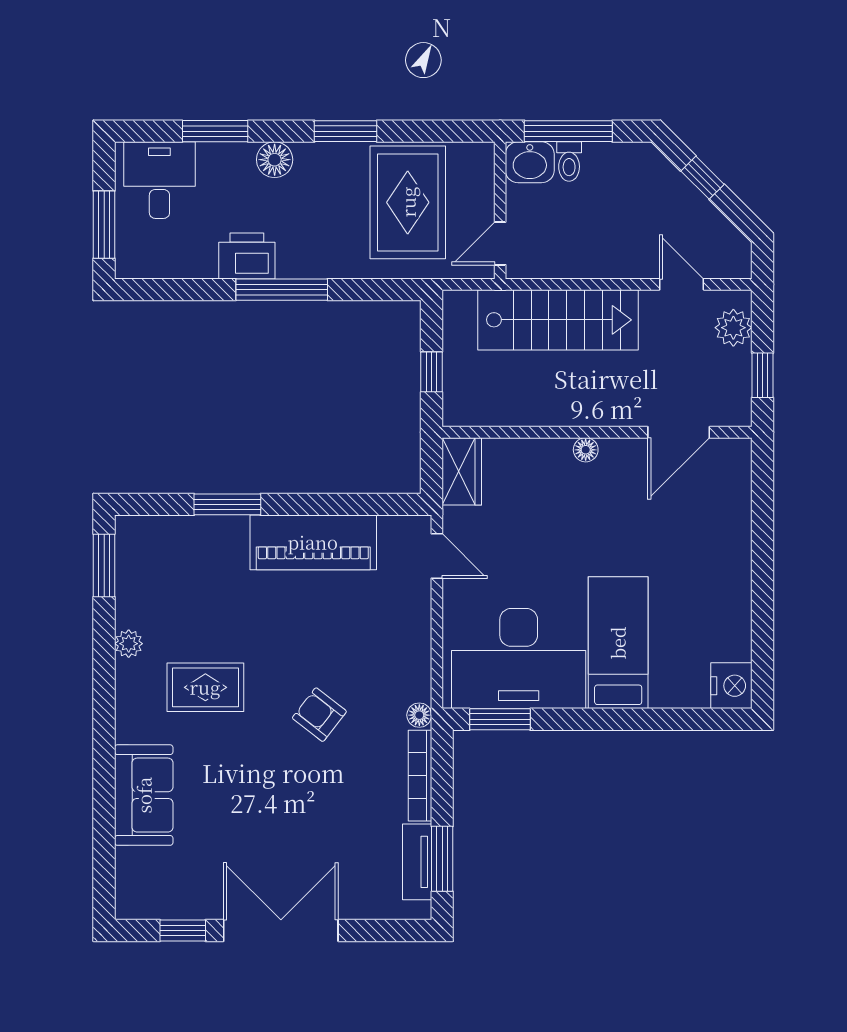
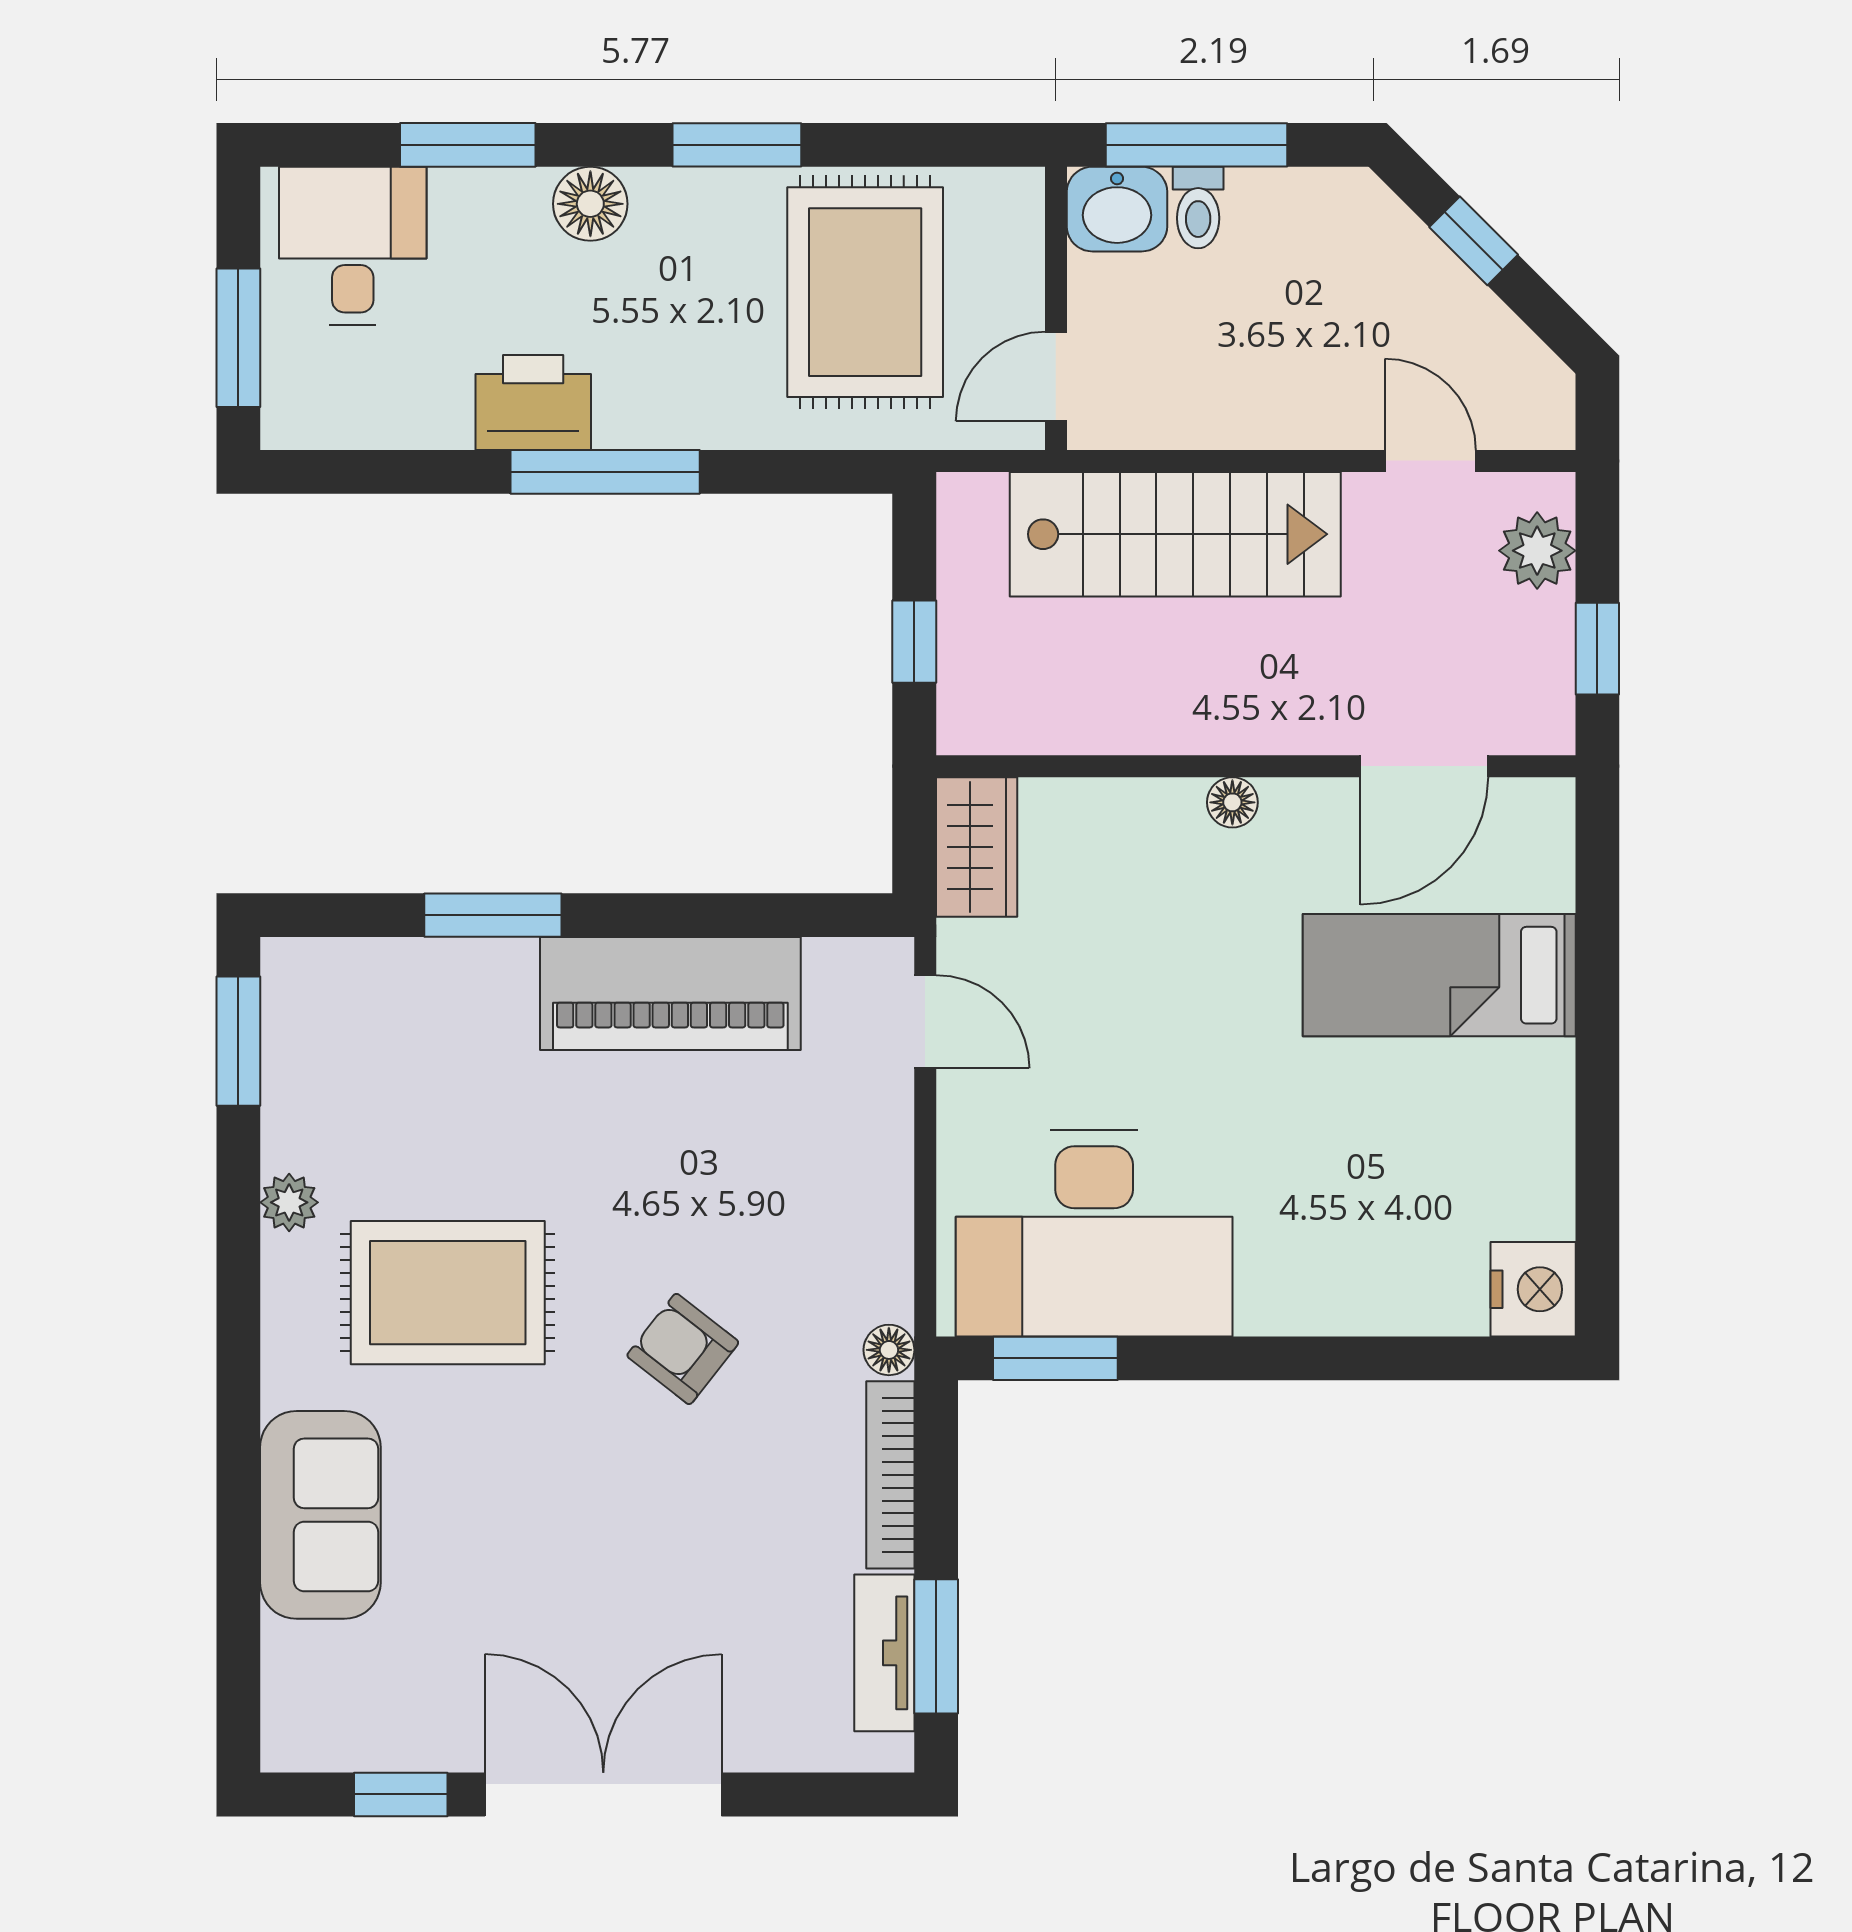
bed: (618, 643) -> (1439, 975), moved, turned -90
rug: (205, 687) -> (448, 1293), width x1.36, depth x1.43

